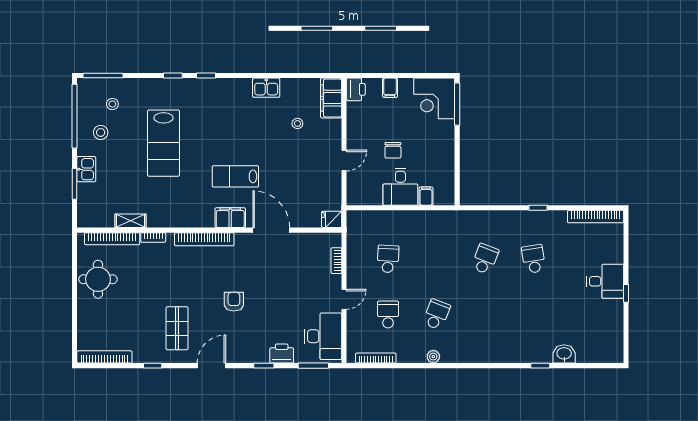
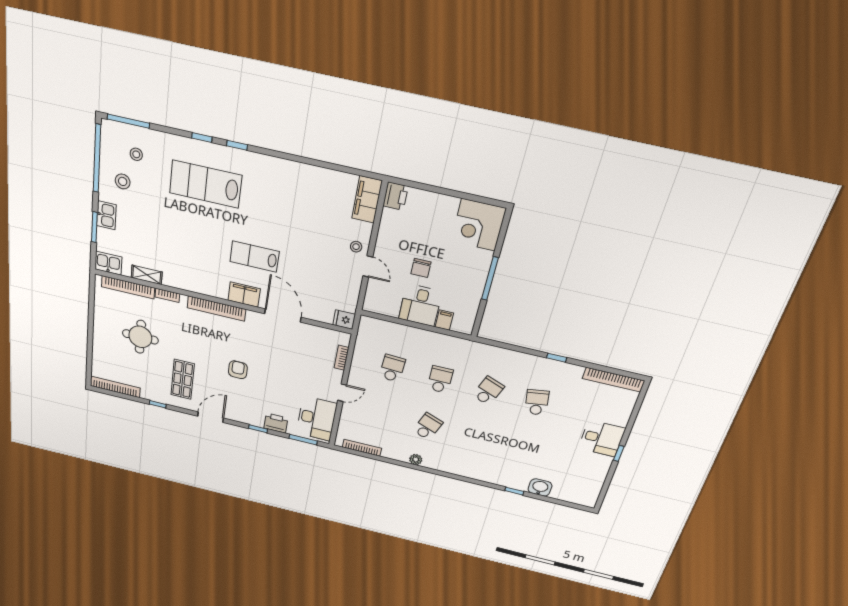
kitchen sink: (266, 88) -> (108, 263), moved, turned 180
filing cabinet: (390, 88) -> (433, 203), removed
window: (457, 104) -> (490, 279), moved
stool: (297, 123) -> (356, 247), moved
lab bench: (163, 143) -> (206, 184), moved, turned 90
door: (344, 161) -> (368, 266), hinge flipped
round table: (98, 279) -> (140, 337), moved
school desk: (388, 314) -> (440, 379), moved

